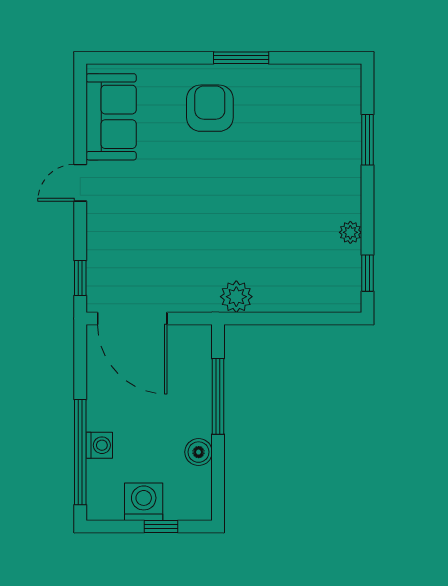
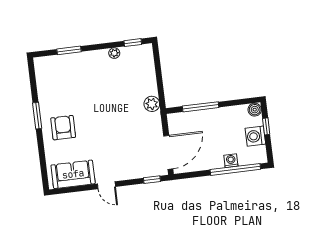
armchair: (210, 108) -> (63, 128), turned 90
boiler: (199, 452) -> (255, 110), moved

